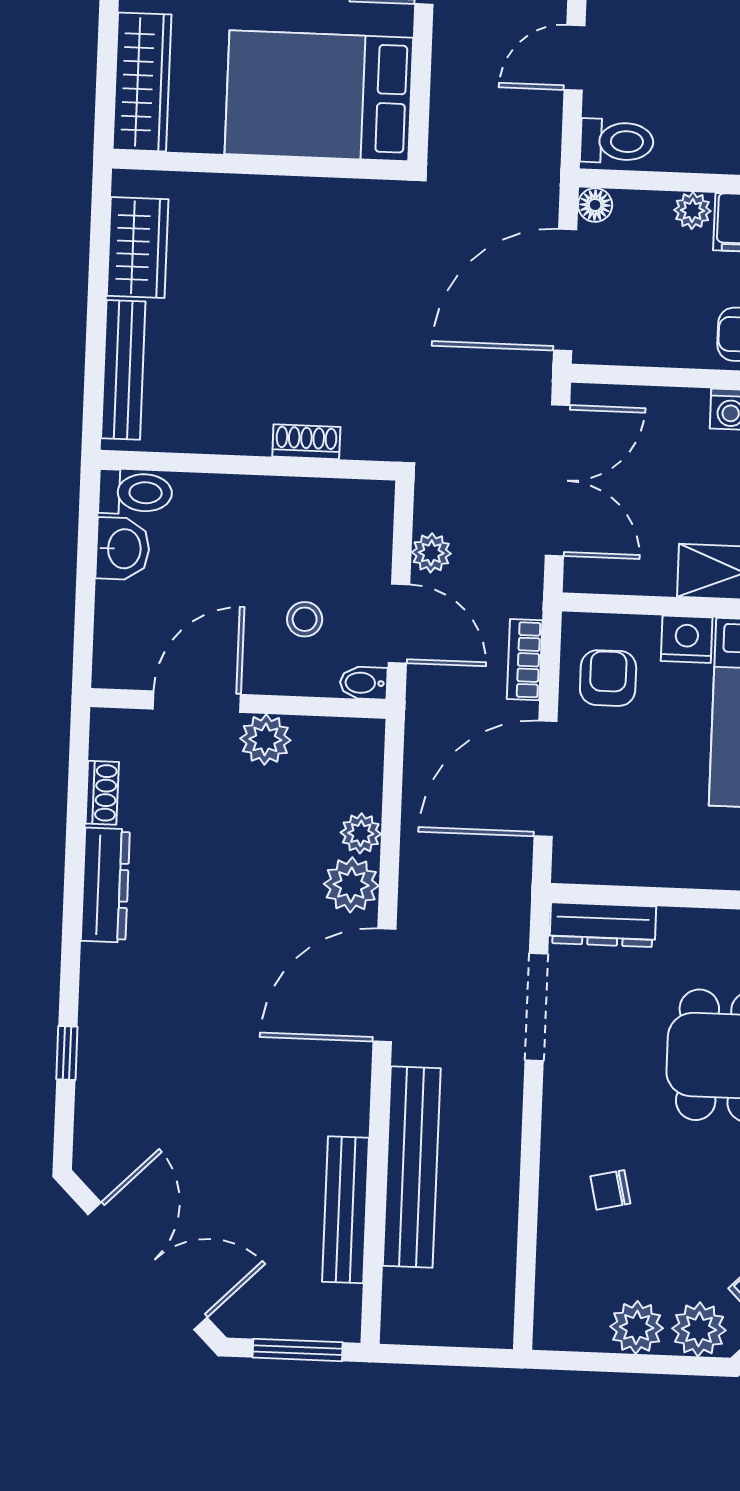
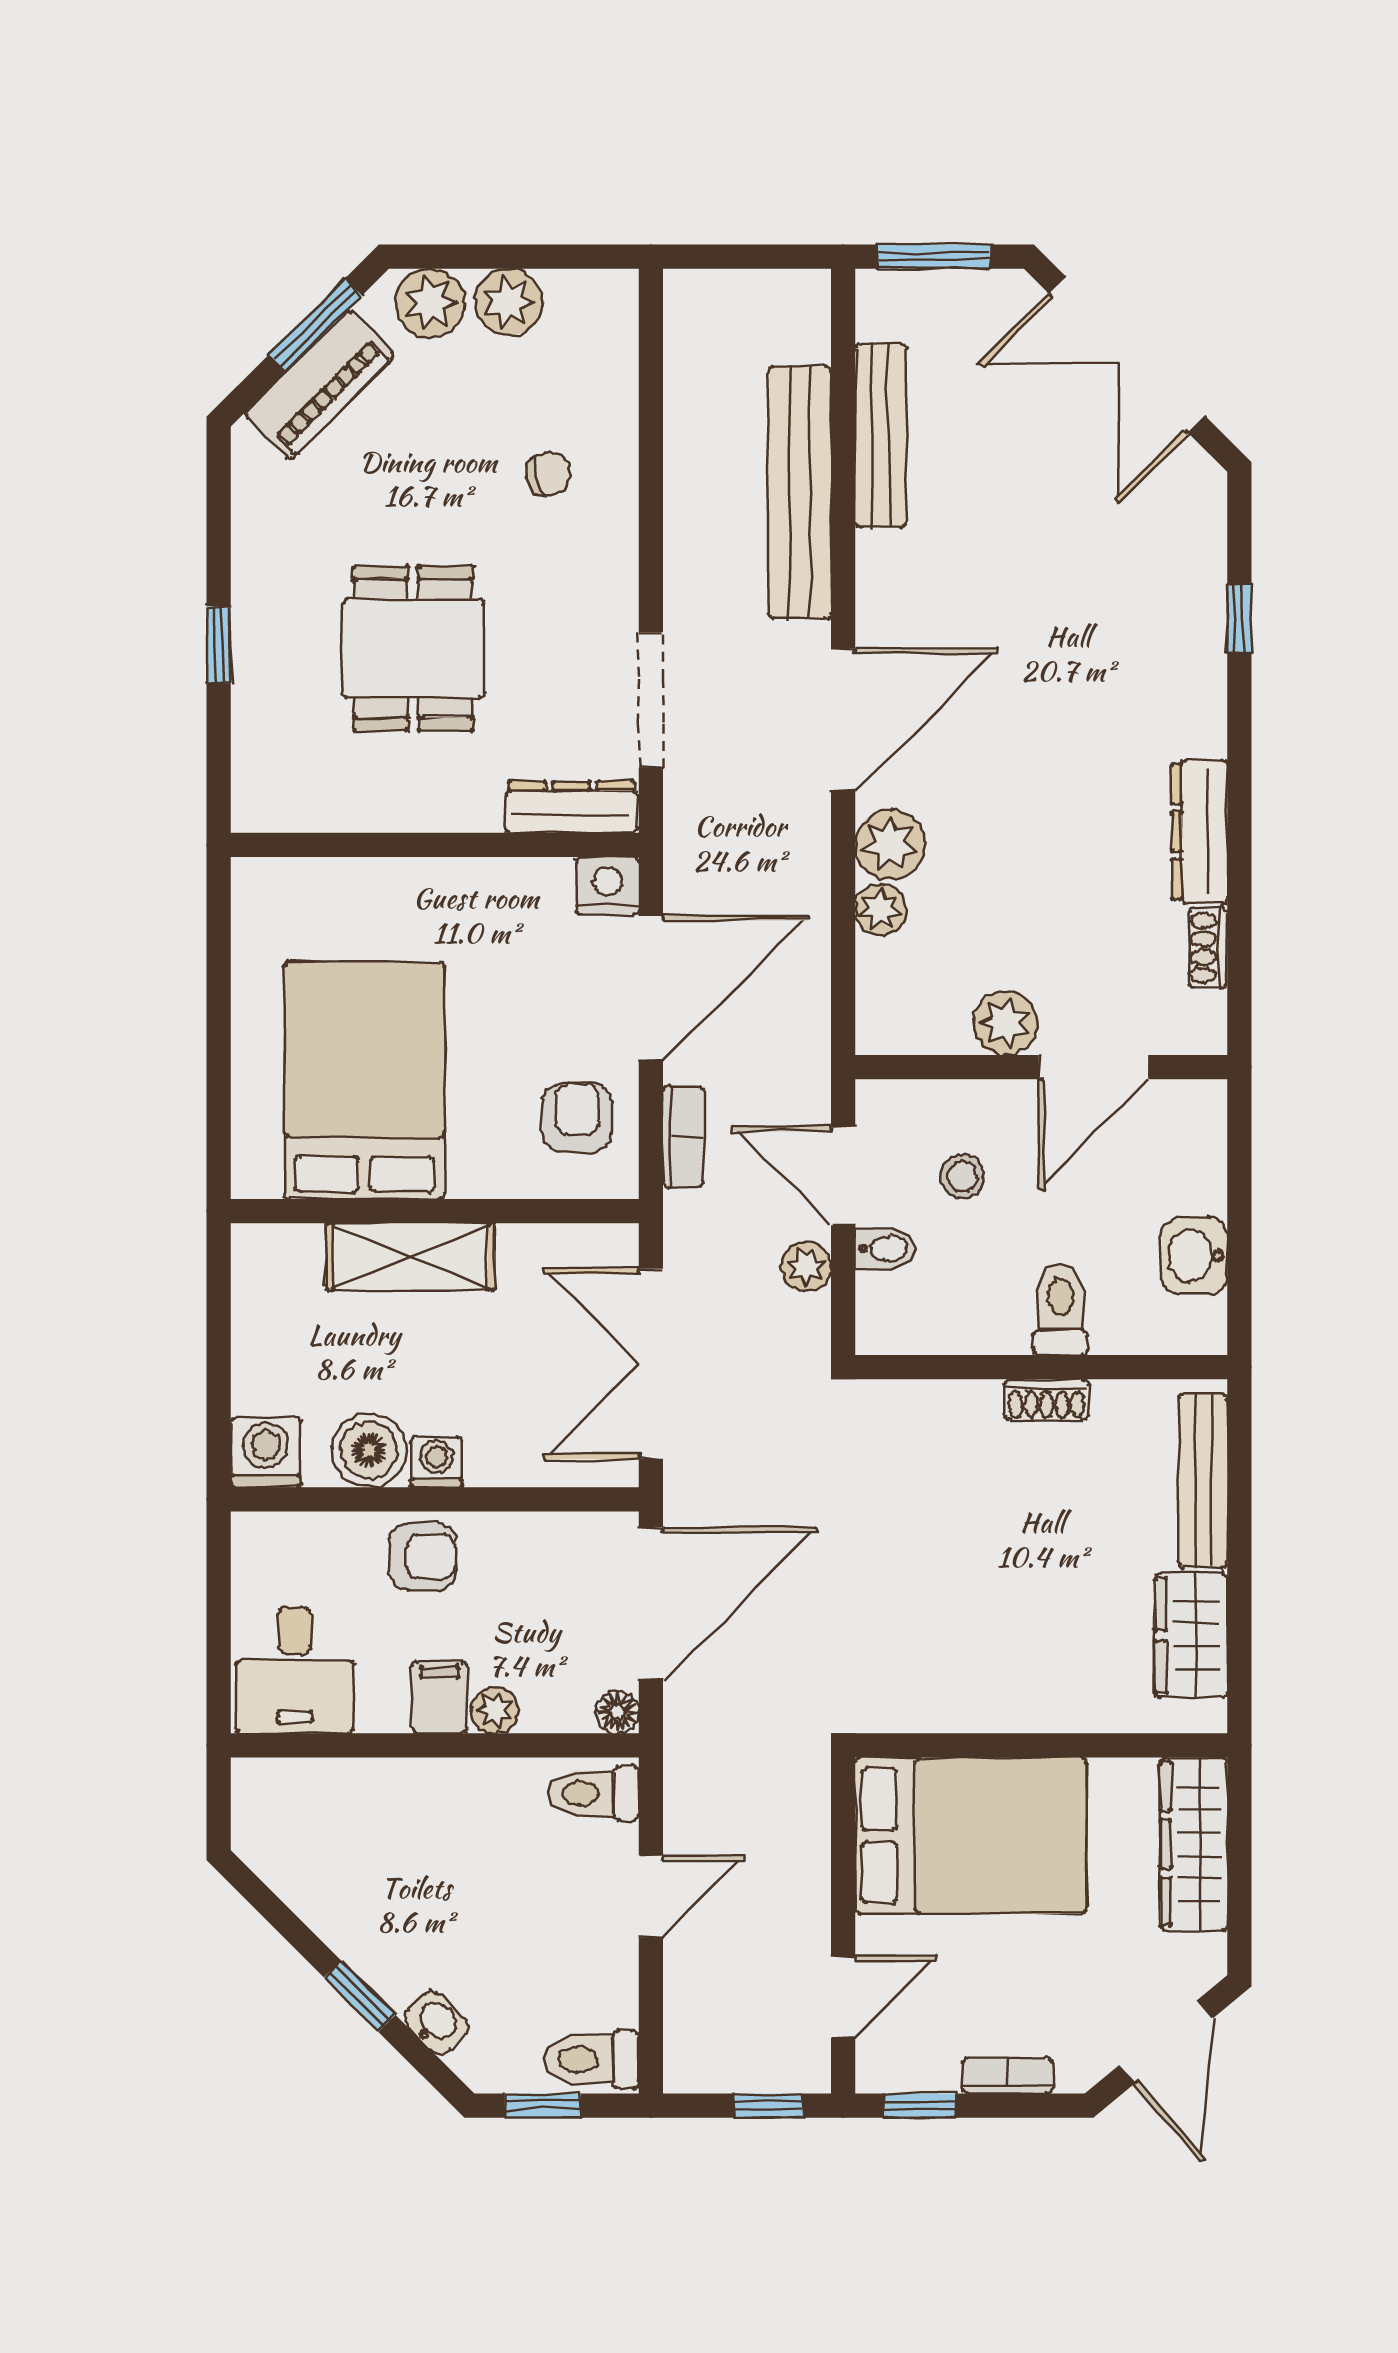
shoe rack: (306, 442) -> (1047, 1400), moved
toilet: (135, 492) -> (1060, 1309), moved, turned 90
nightstand: (687, 639) -> (608, 886), moved, turned 180
armchair: (608, 678) -> (577, 1118), turned 180
bidet: (364, 683) -> (885, 1249), moved

